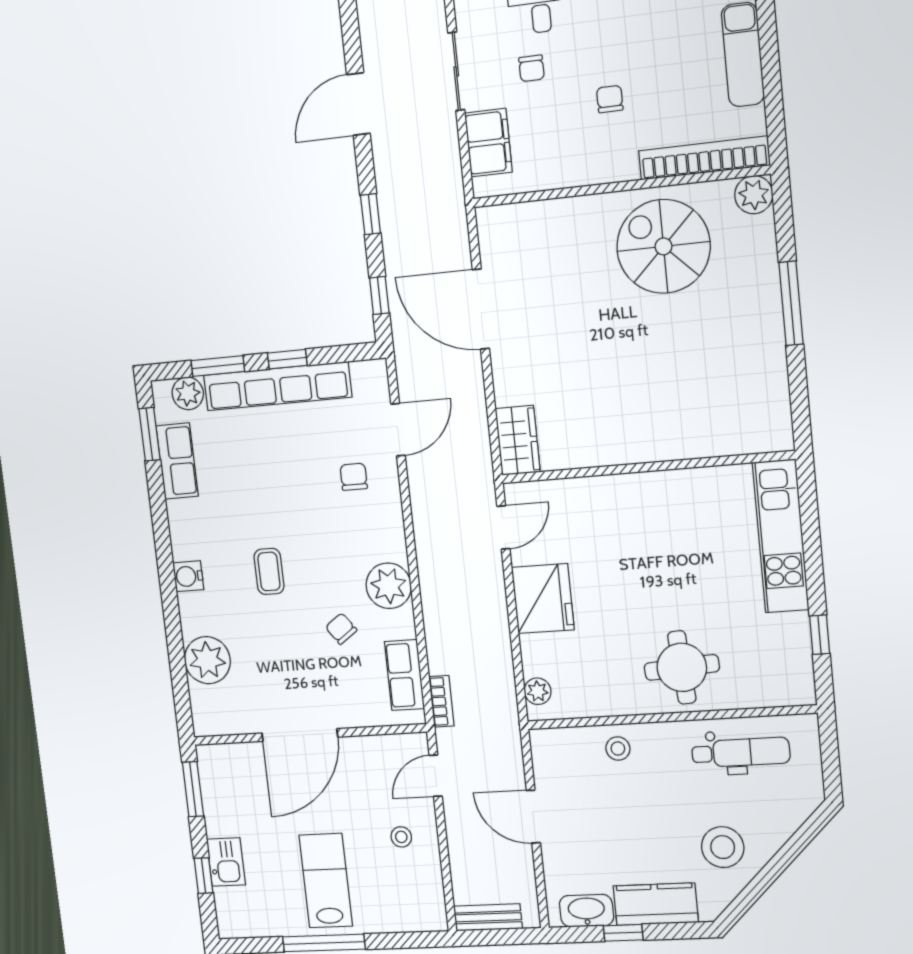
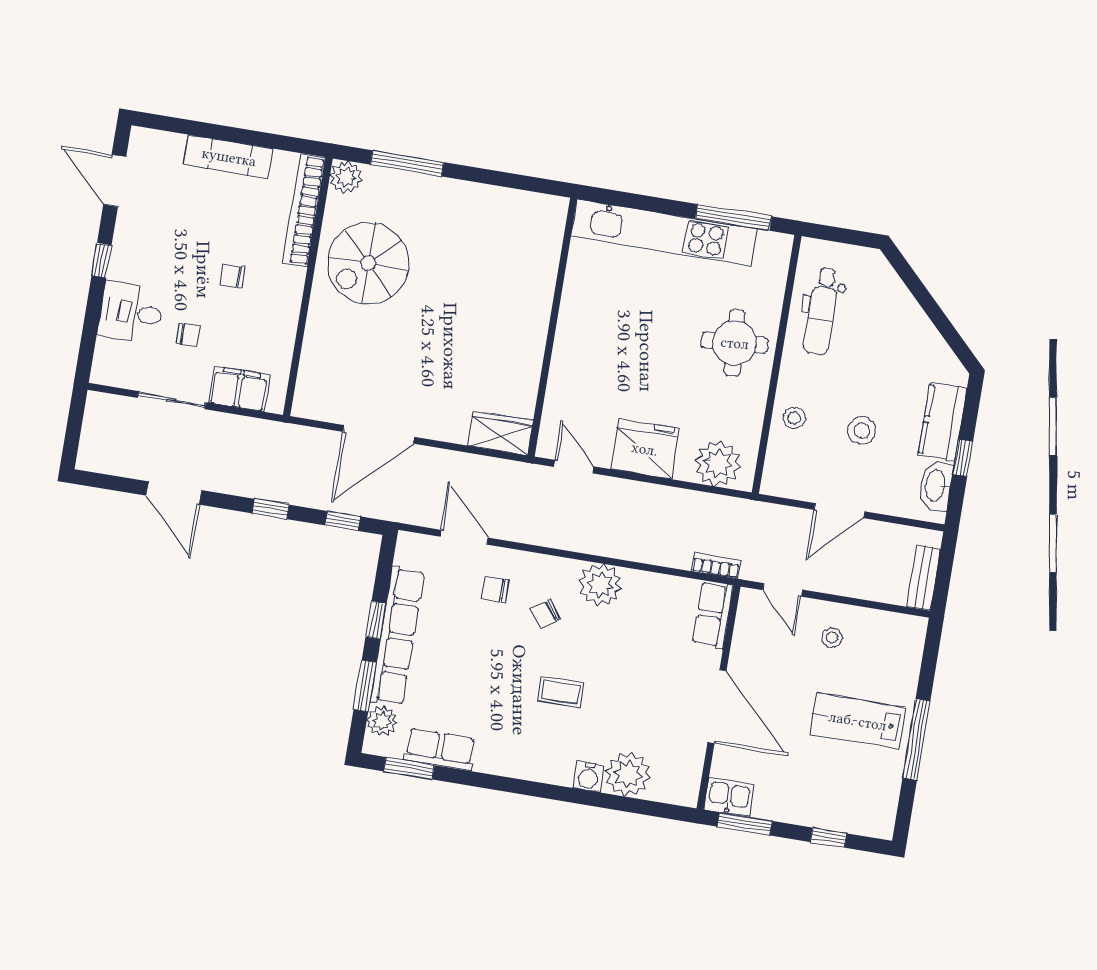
window: (791, 303) -> (407, 163), moved
kitchen unit: (781, 536) -> (664, 233), width x1.36
water cooler: (188, 576) -> (588, 777), moved
chair: (341, 629) -> (545, 614), moved
window: (820, 635) -> (733, 217), width x2.17
row of seats: (404, 675) -> (713, 615), moved, turned 90
plant: (538, 691) -> (718, 464), width x1.87, depth x1.87
dental chair: (741, 752) -> (822, 311), turned 180
stool: (723, 847) -> (862, 430), moved, width x0.73, depth x0.73
kitchen sink: (226, 862) -> (729, 797), moved

